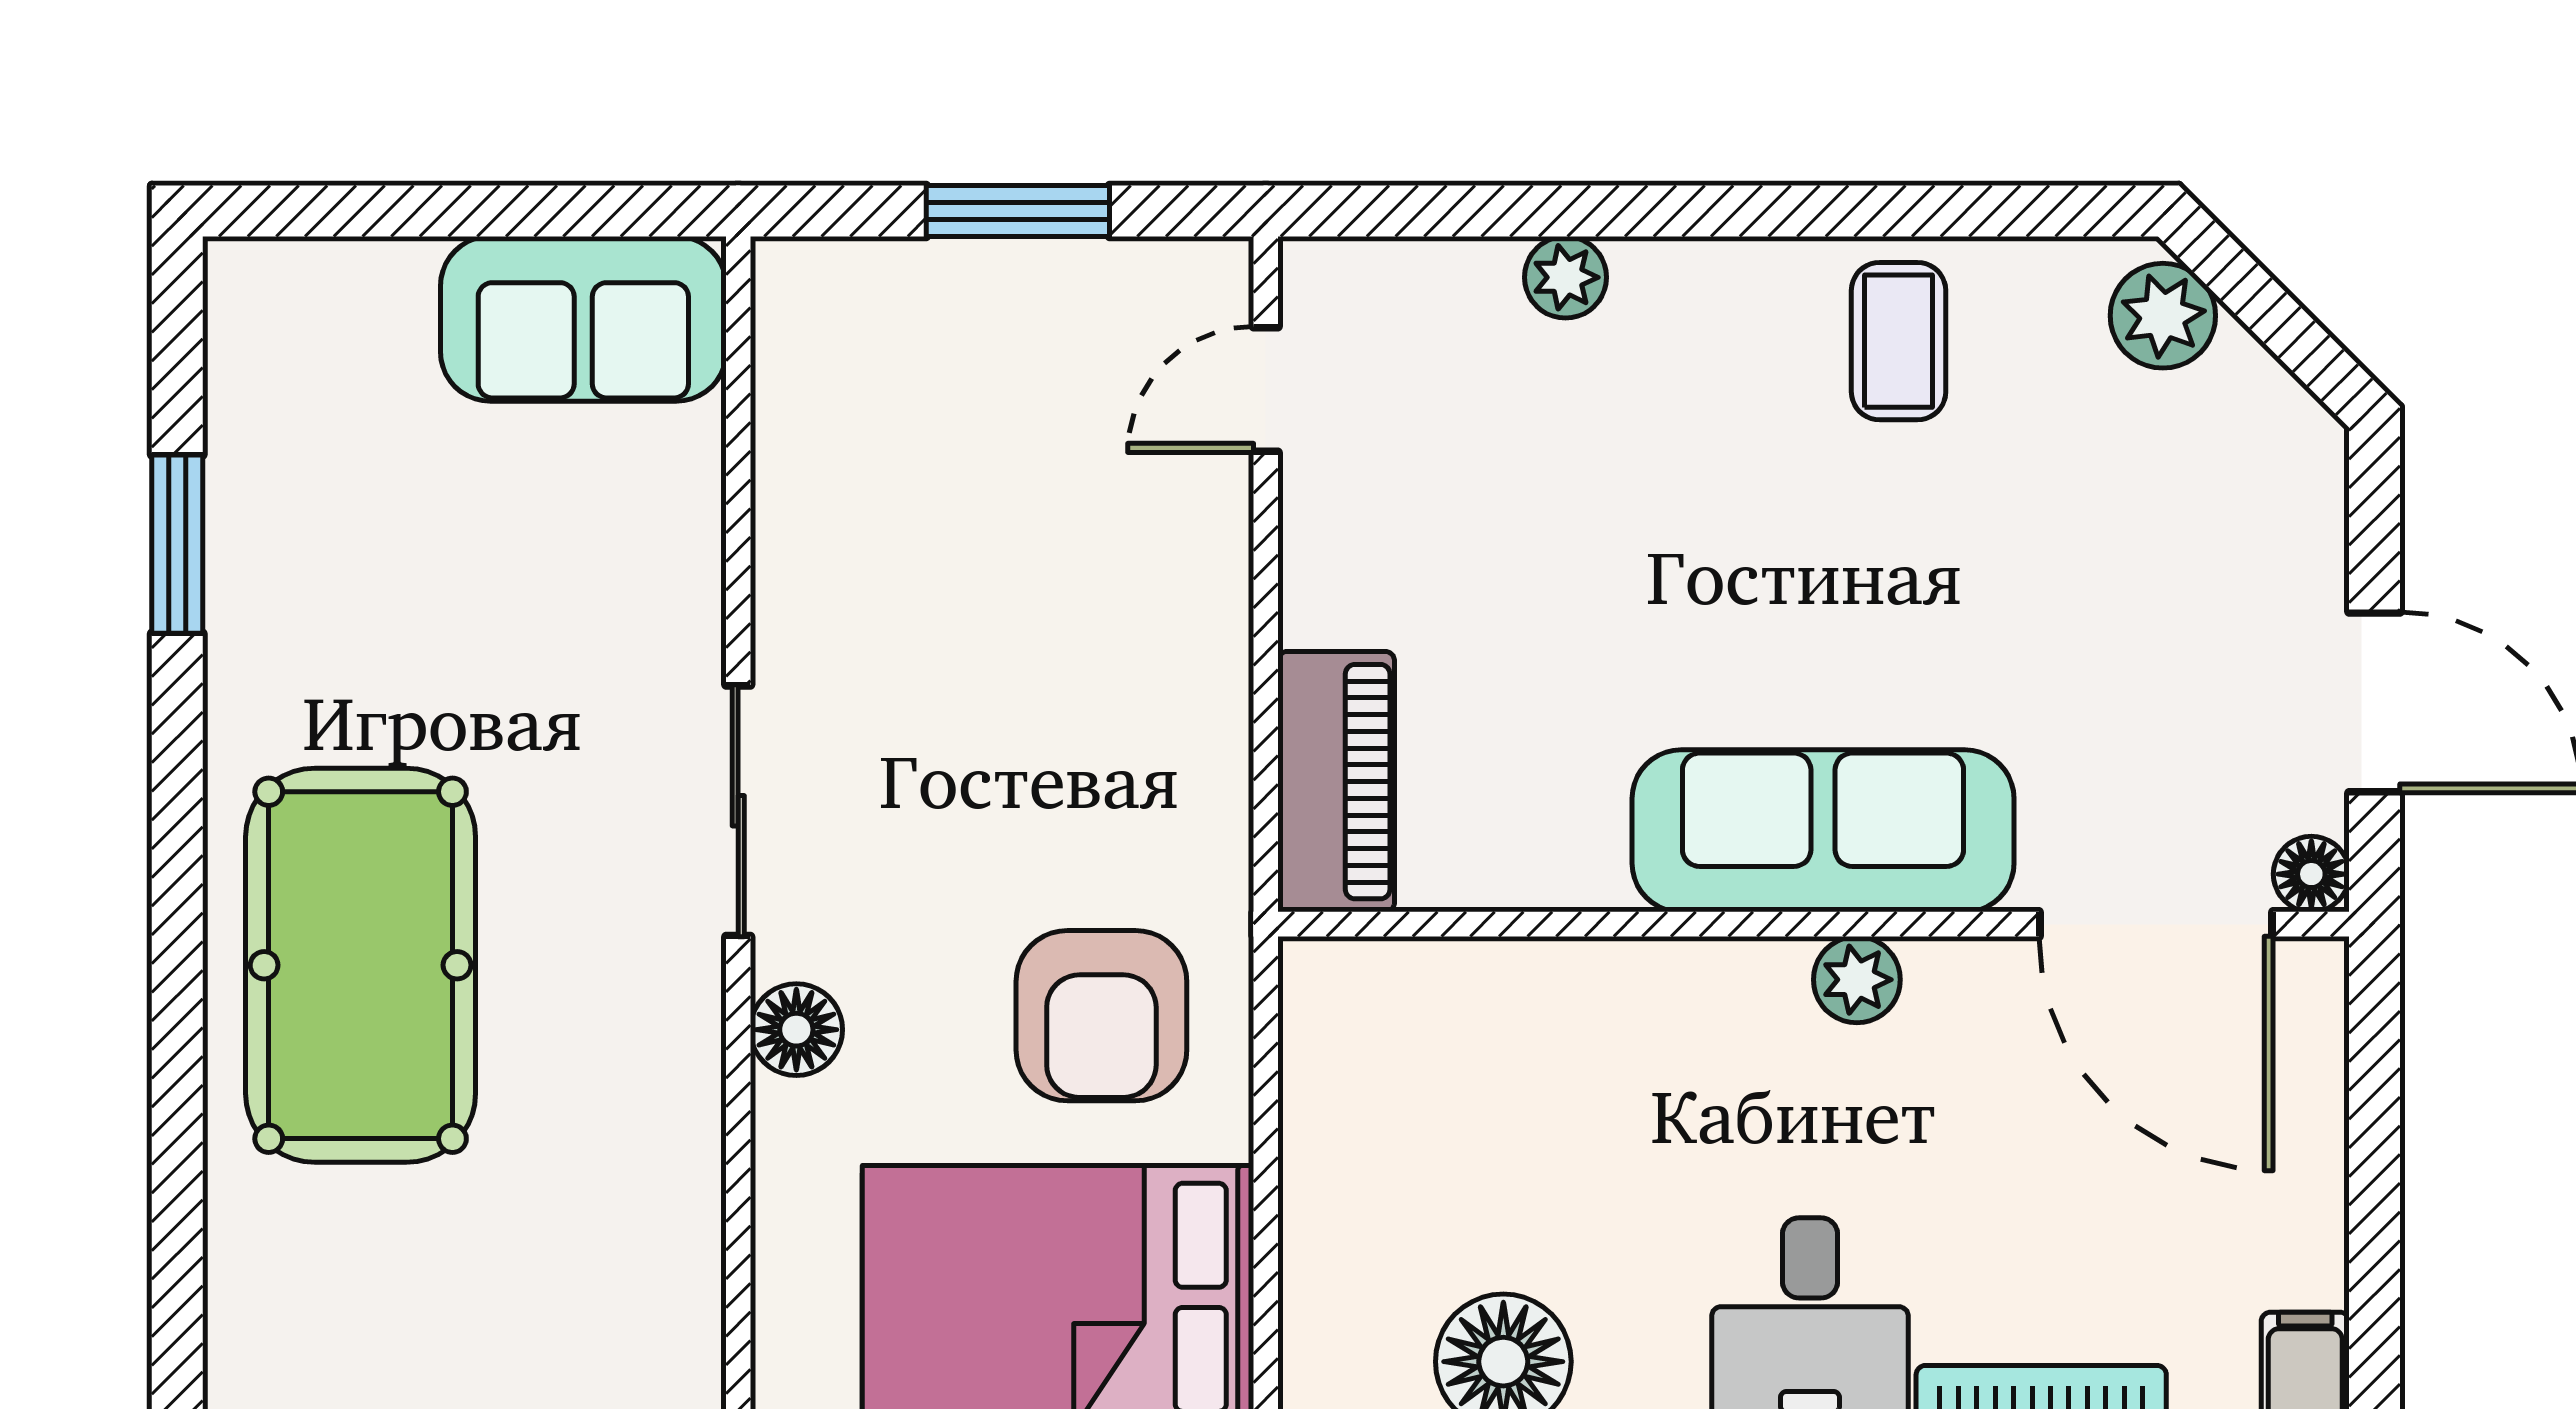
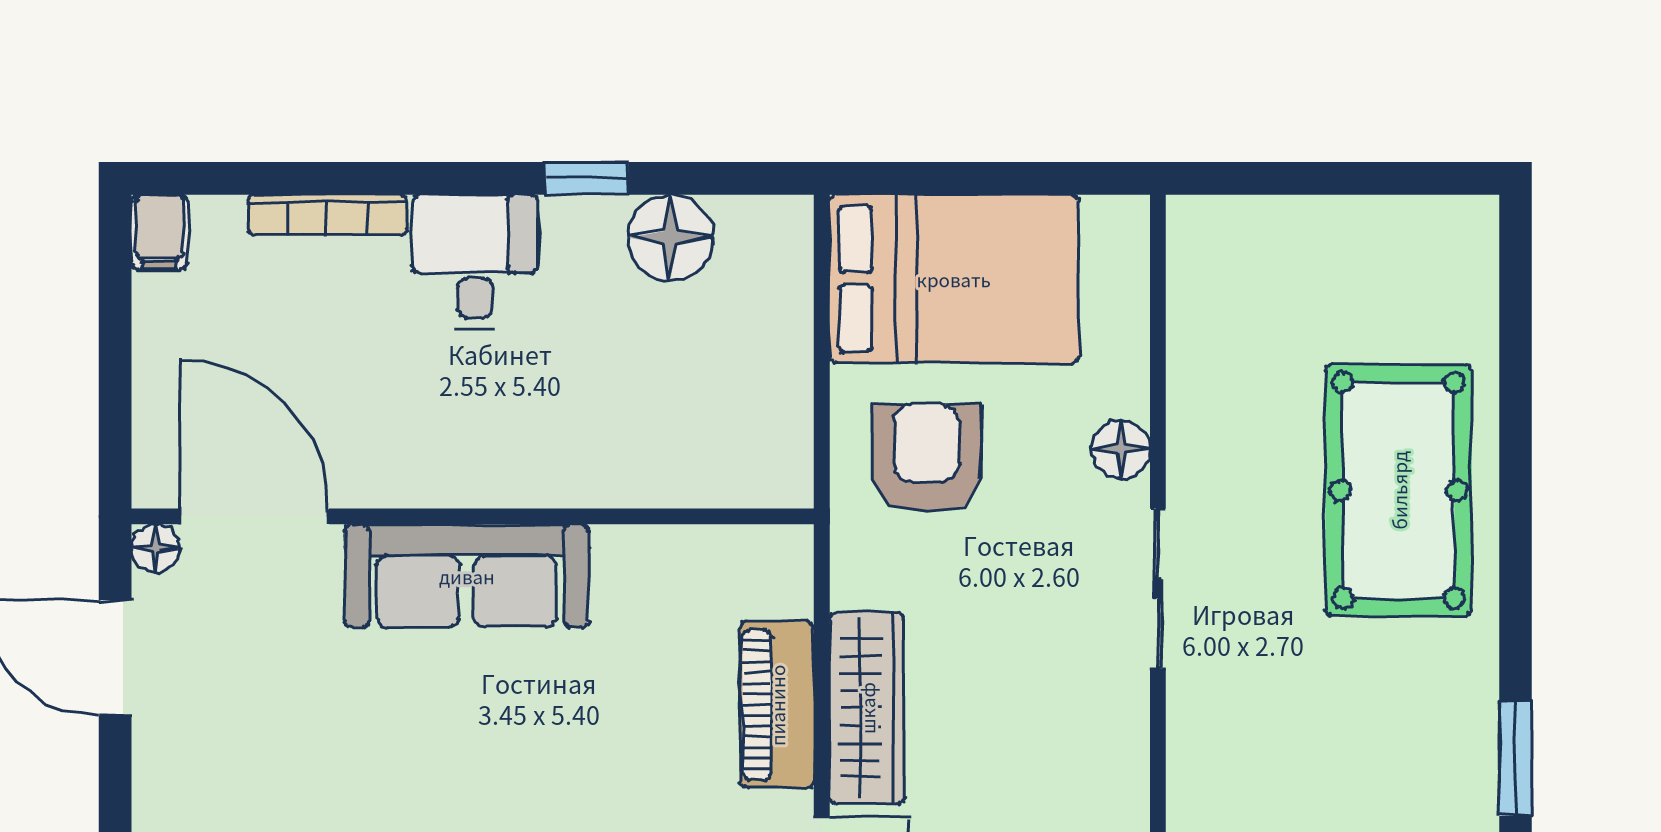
wardrobe: (1195, 623) -> (867, 708), added
piano: (1336, 782) -> (777, 705), moved
plant: (1857, 980) -> (445, 481), removed

